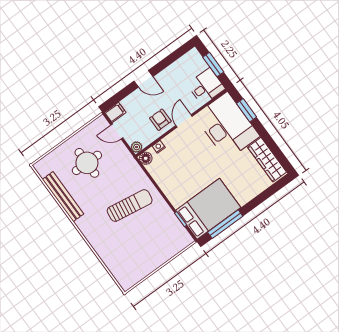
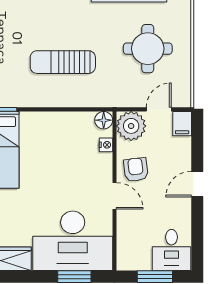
desk: (206, 86) -> (171, 250), moved
armchair: (160, 120) -> (136, 170), turned -97
plant: (137, 147) -> (131, 126), width x1.88, depth x1.88
sun lounger: (130, 205) -> (63, 62), turned 81

